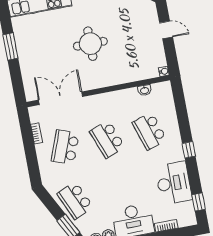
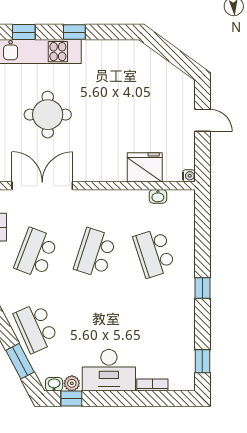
round table: (90, 44) -> (48, 115), moved
fridge: (131, 71) -> (145, 167), added
school desk: (107, 139) -> (95, 253), turned 39
desk: (174, 183) -> (173, 329), removed

